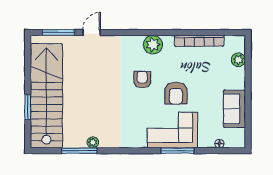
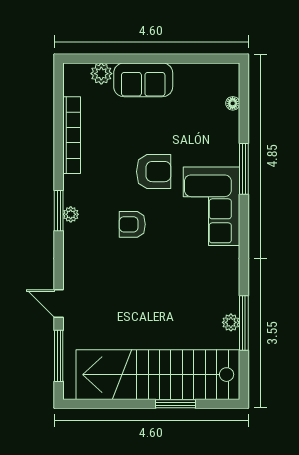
window: (151, 33) -> (59, 211), added
plant: (153, 45) -> (71, 214), width x0.53, depth x0.53
sofa: (234, 109) -> (143, 80), moved
corner sofa: (172, 130) -> (212, 206), moved
plant: (93, 142) -> (231, 322), moved

